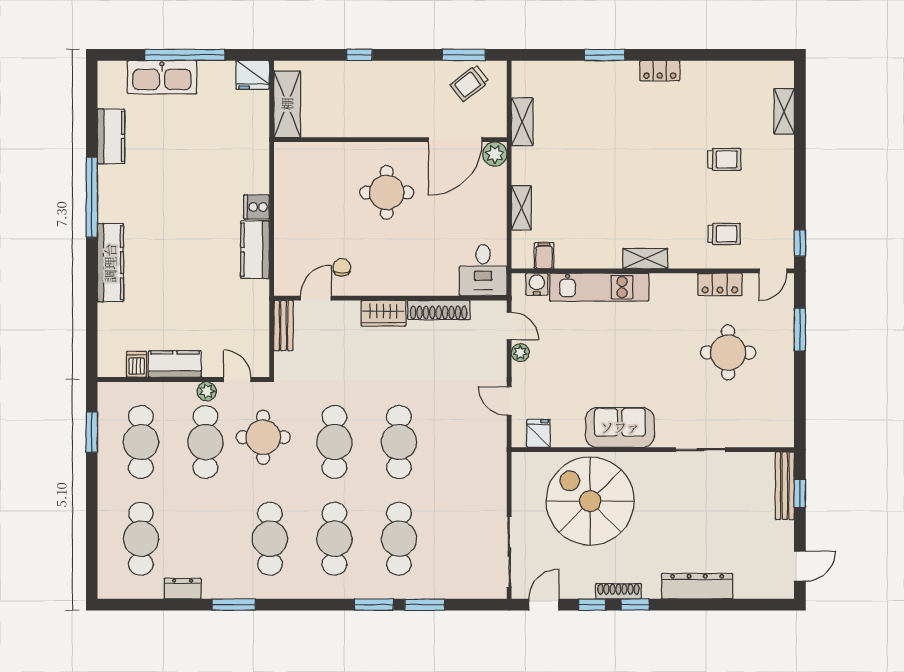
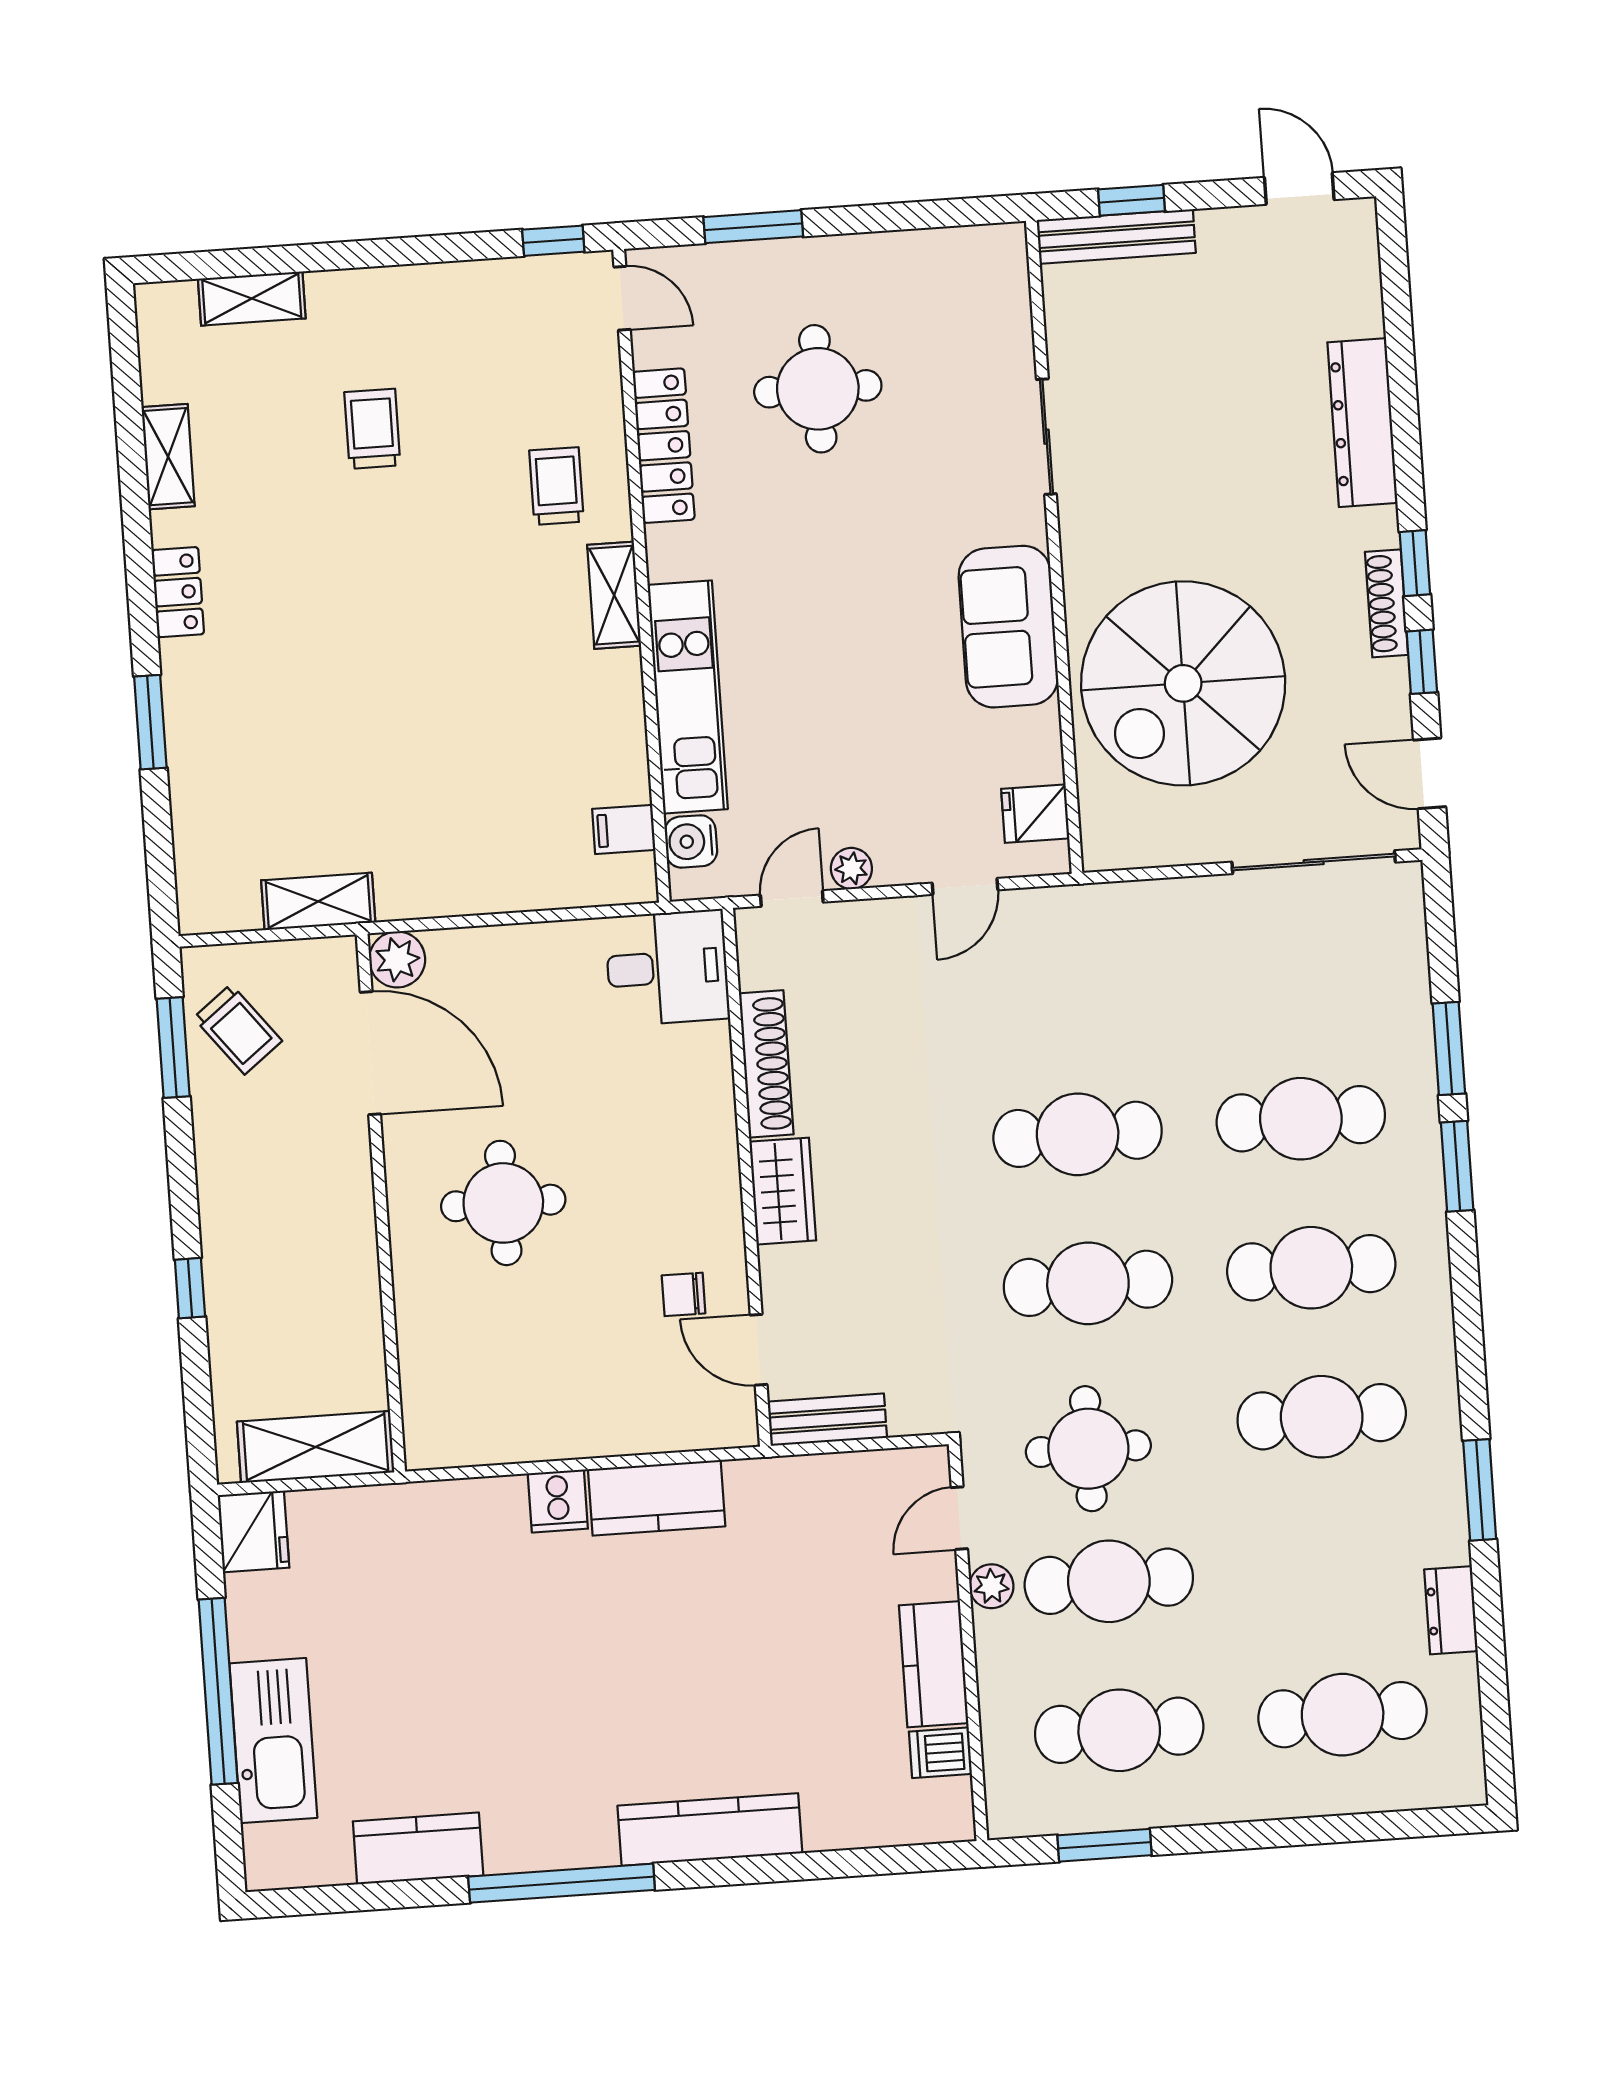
shelving: (521, 208) -> (168, 457), moved, turned 90
trolley: (724, 234) -> (557, 486), moved
locker: (720, 284) -> (664, 446), width x1.53

